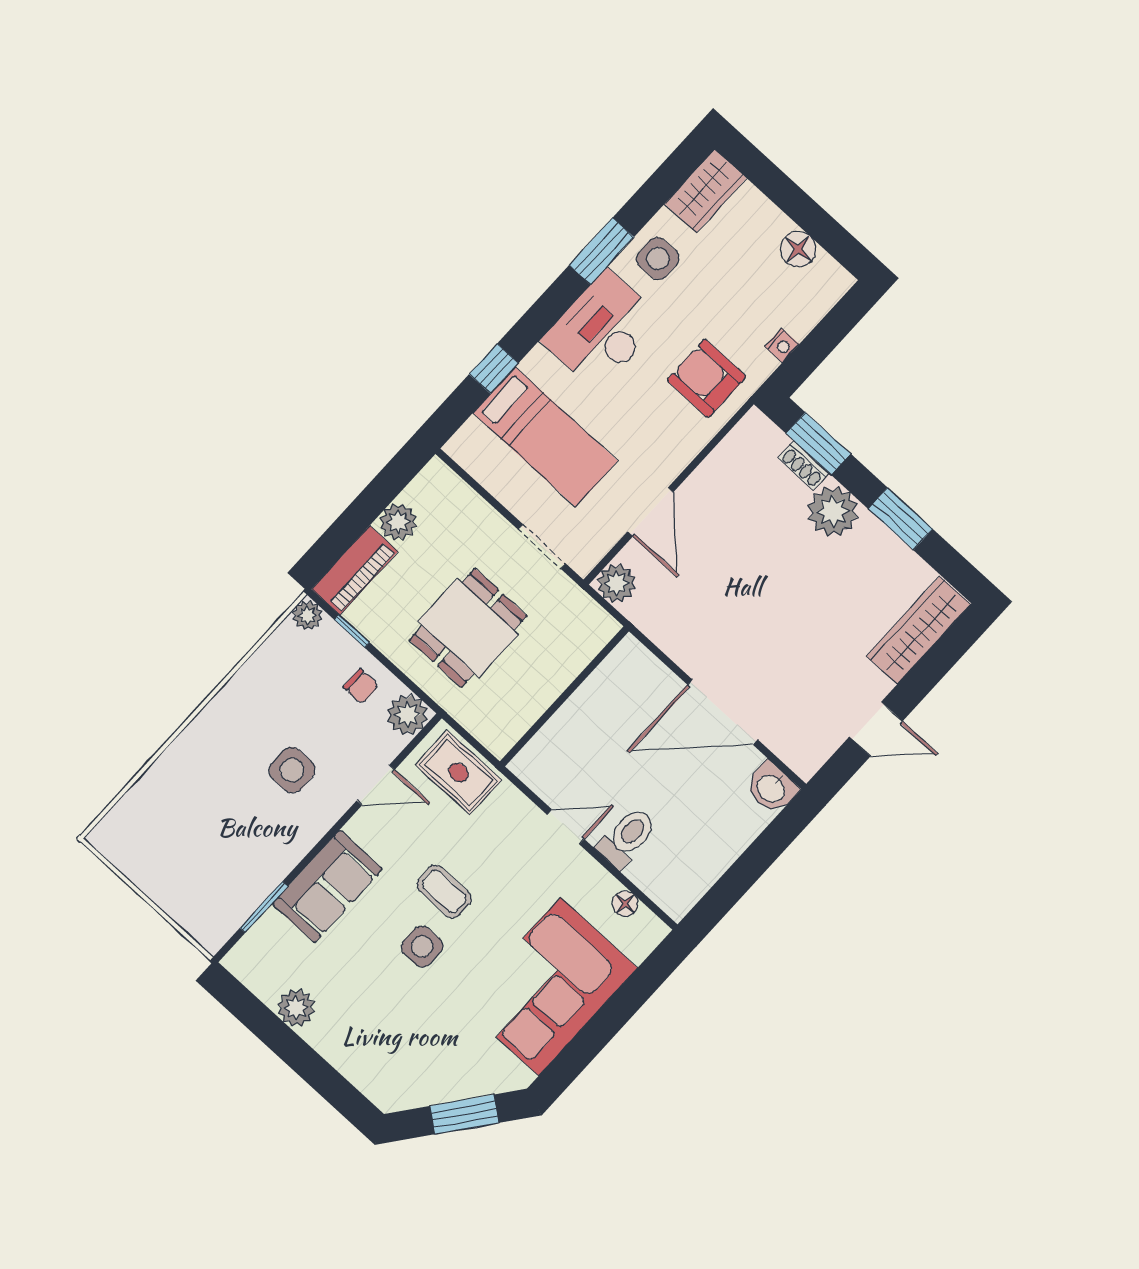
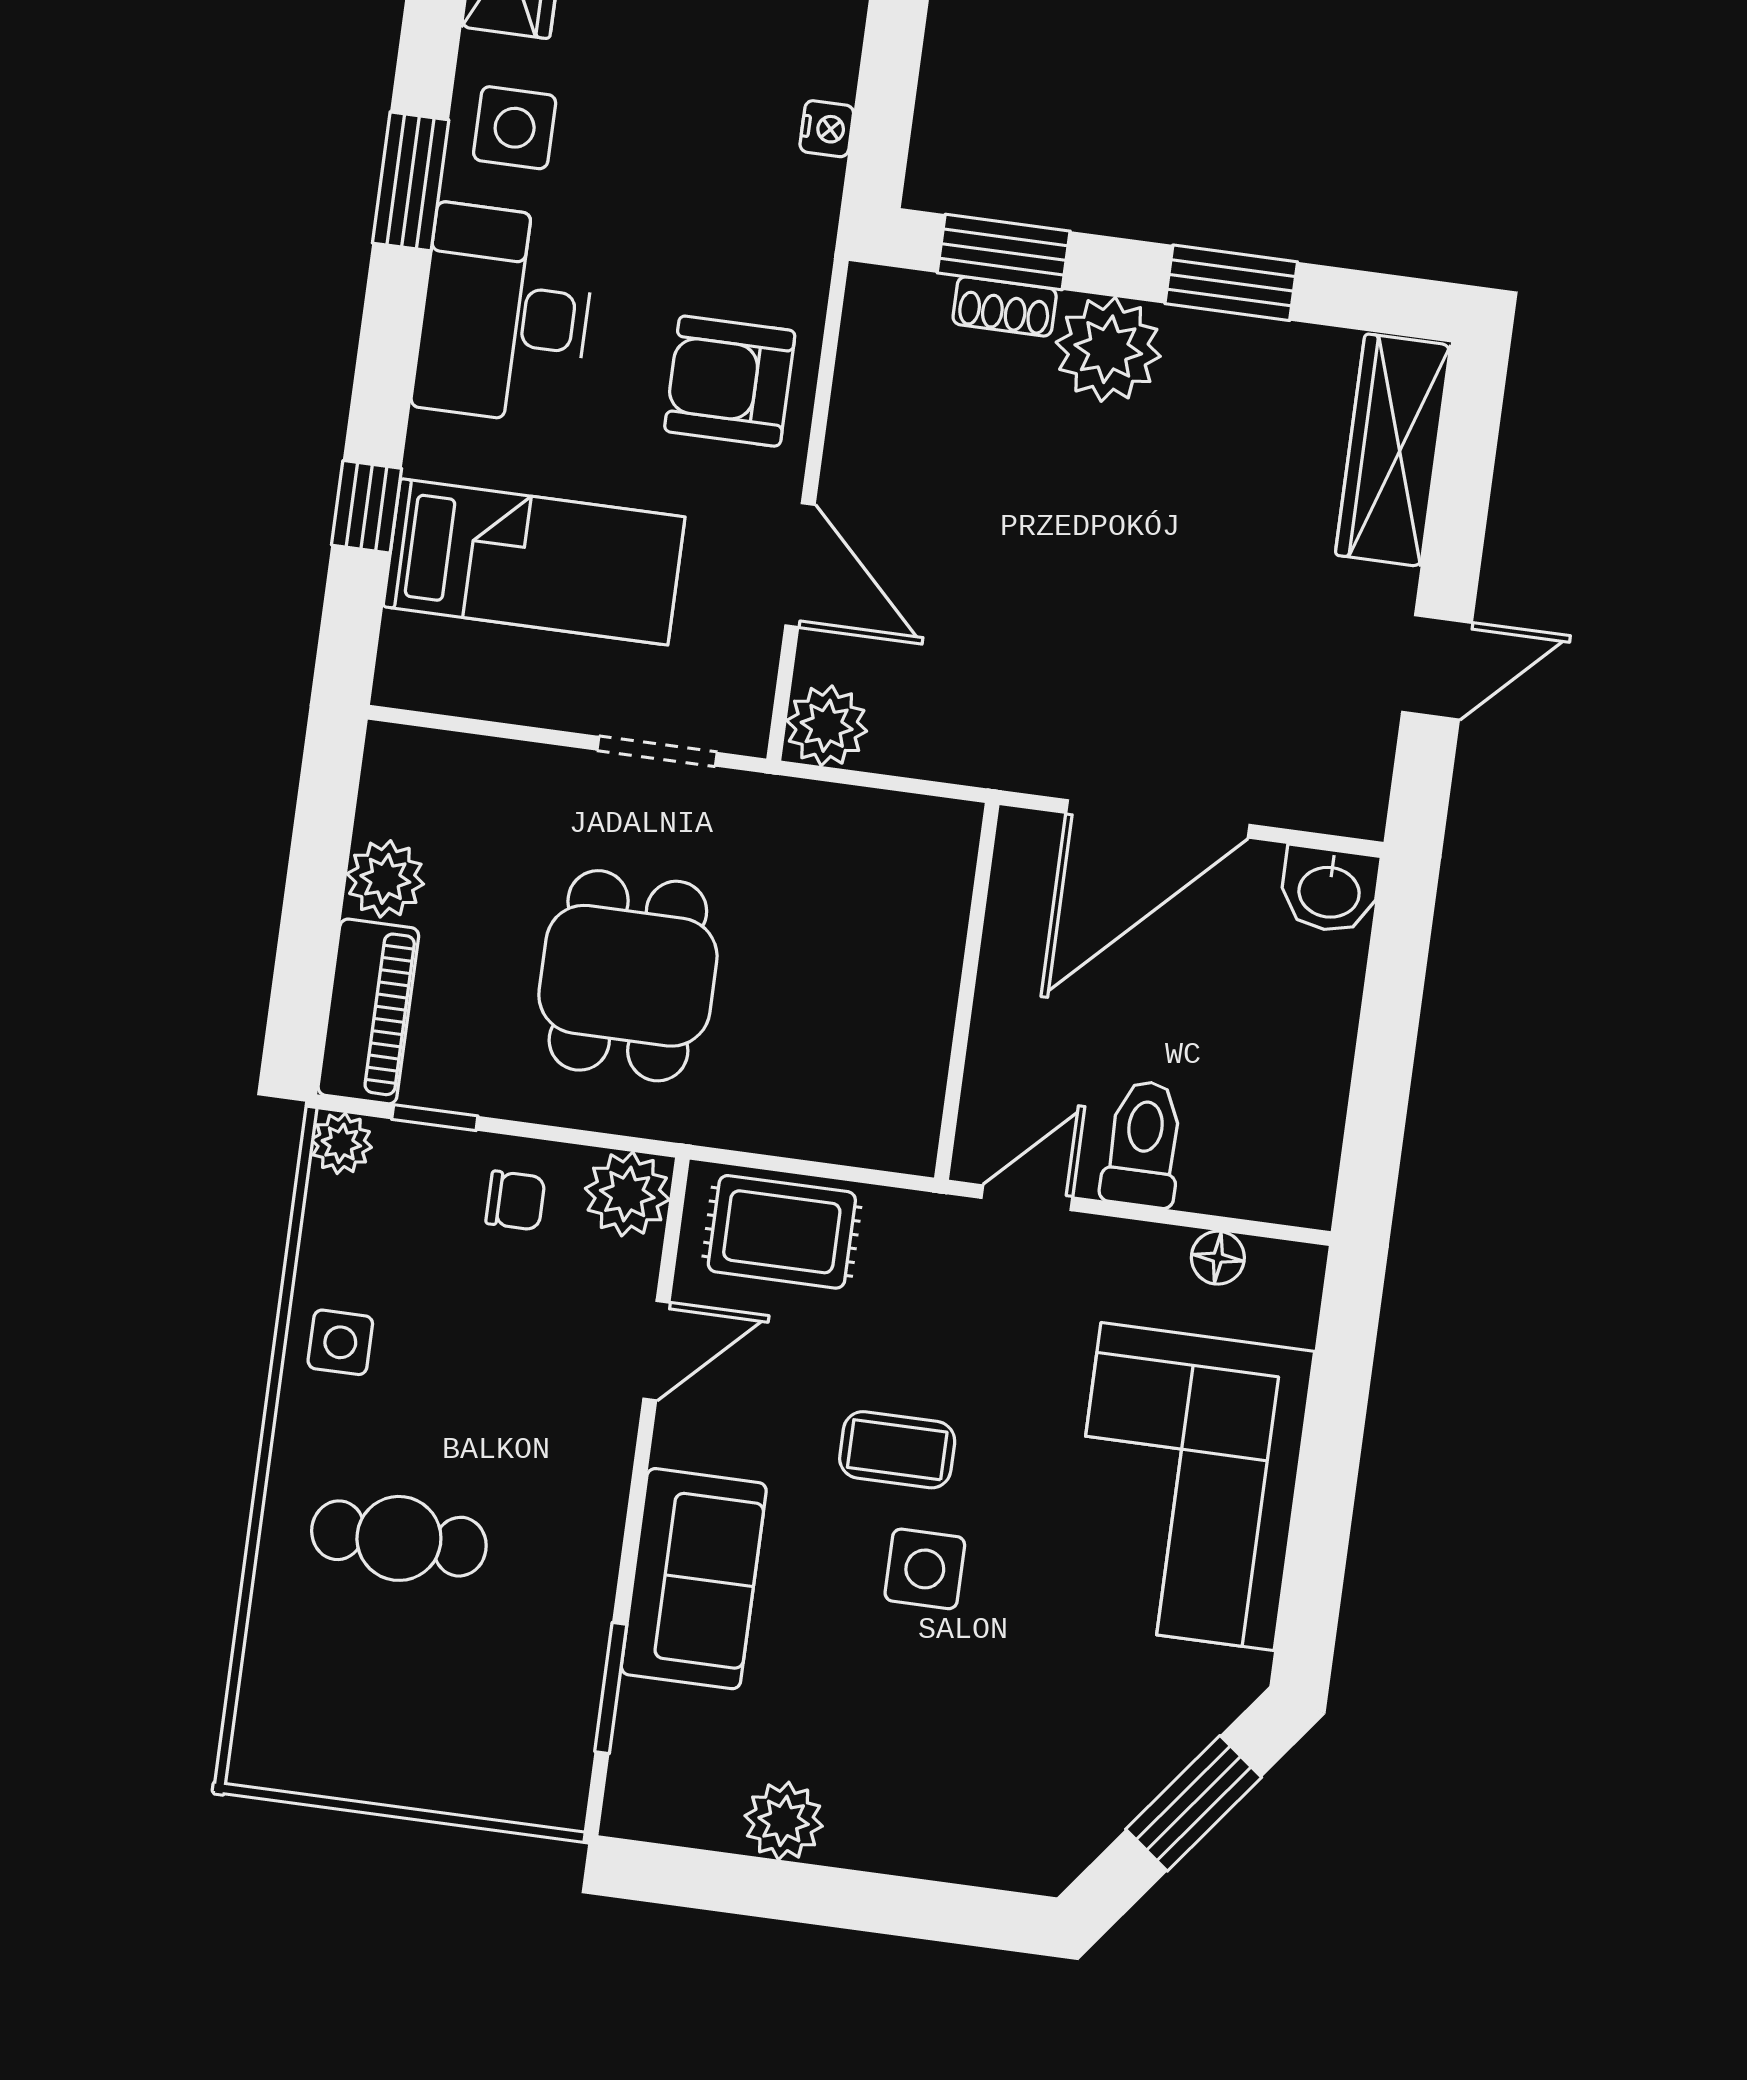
armchair: (706, 378) -> (730, 381), moved
wall: (564, 696) -> (967, 991), moved
side table: (292, 770) -> (340, 1342), moved, width x0.73, depth x0.73
cafe table: (221, 789) -> (399, 1538), added

